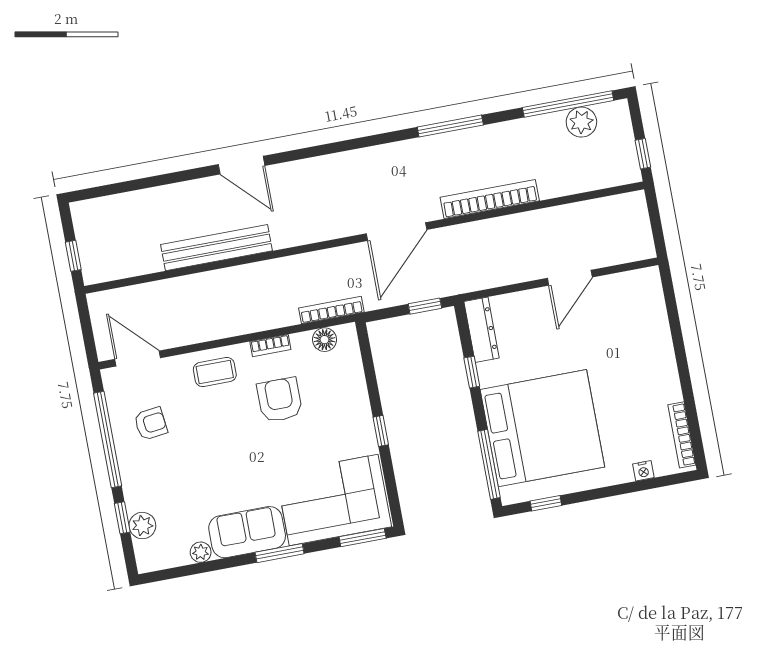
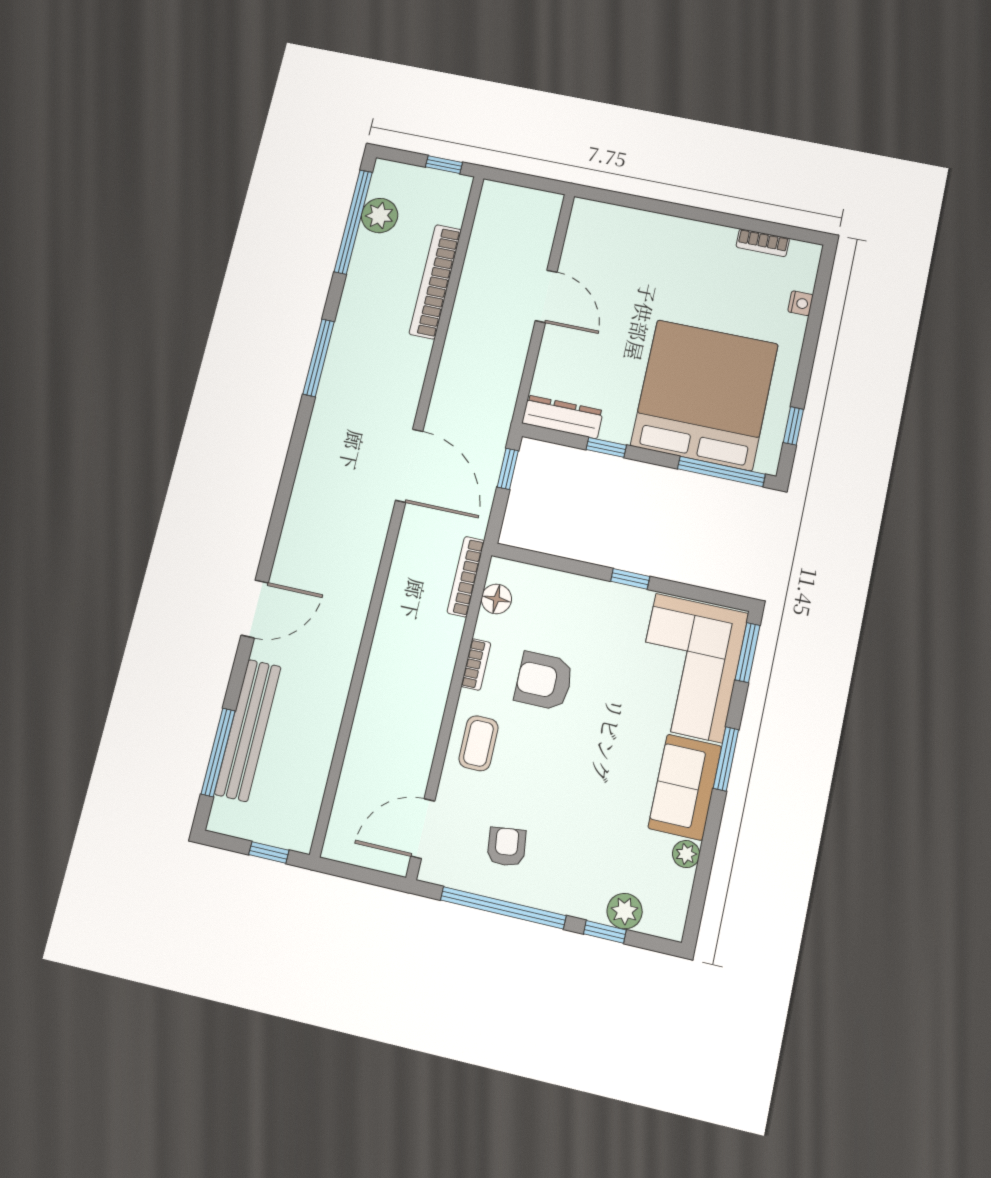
window: (127, 186) -> (218, 752), added
bookcase: (490, 199) -> (435, 282), moved
bench: (216, 248) -> (248, 730), moved
bookcase: (682, 435) -> (763, 243), width x0.64

